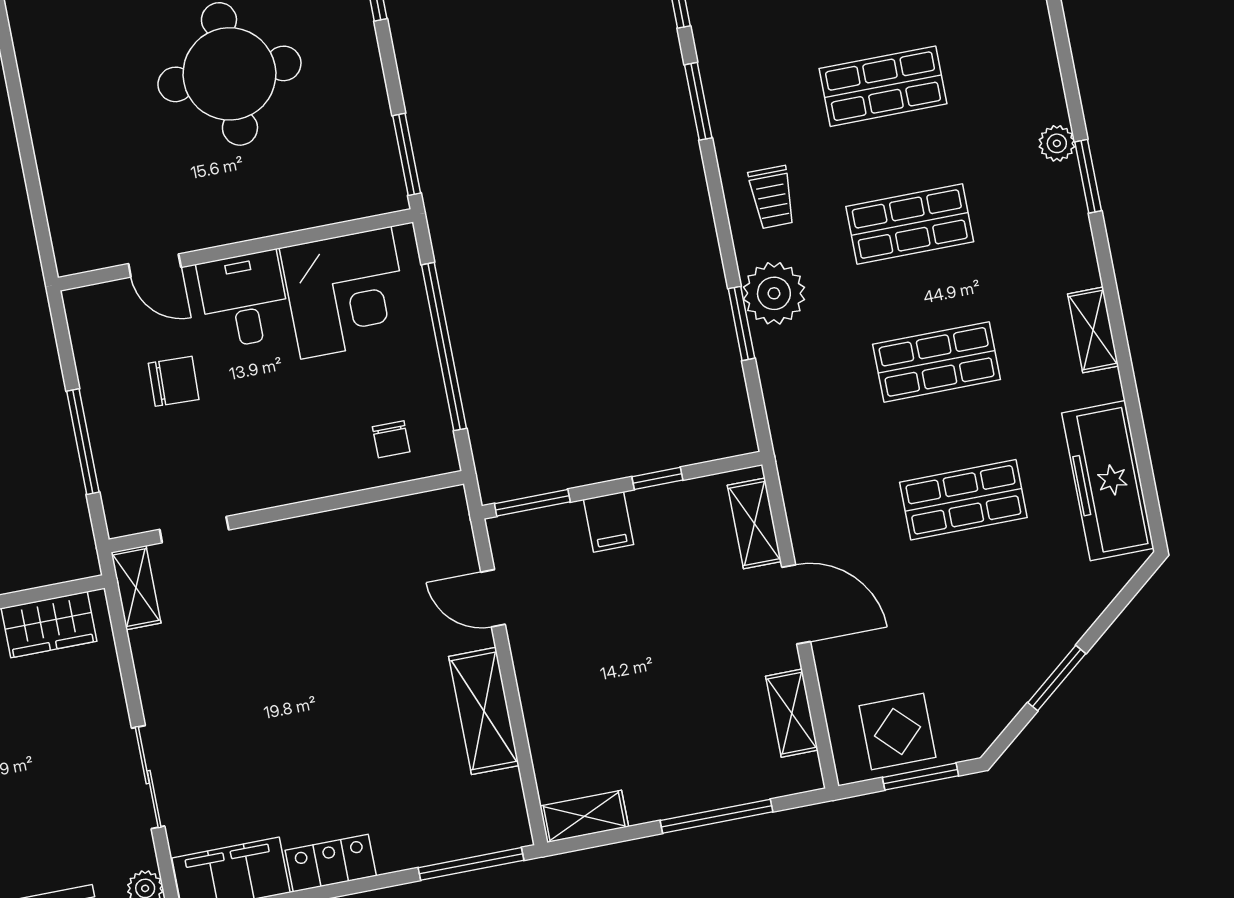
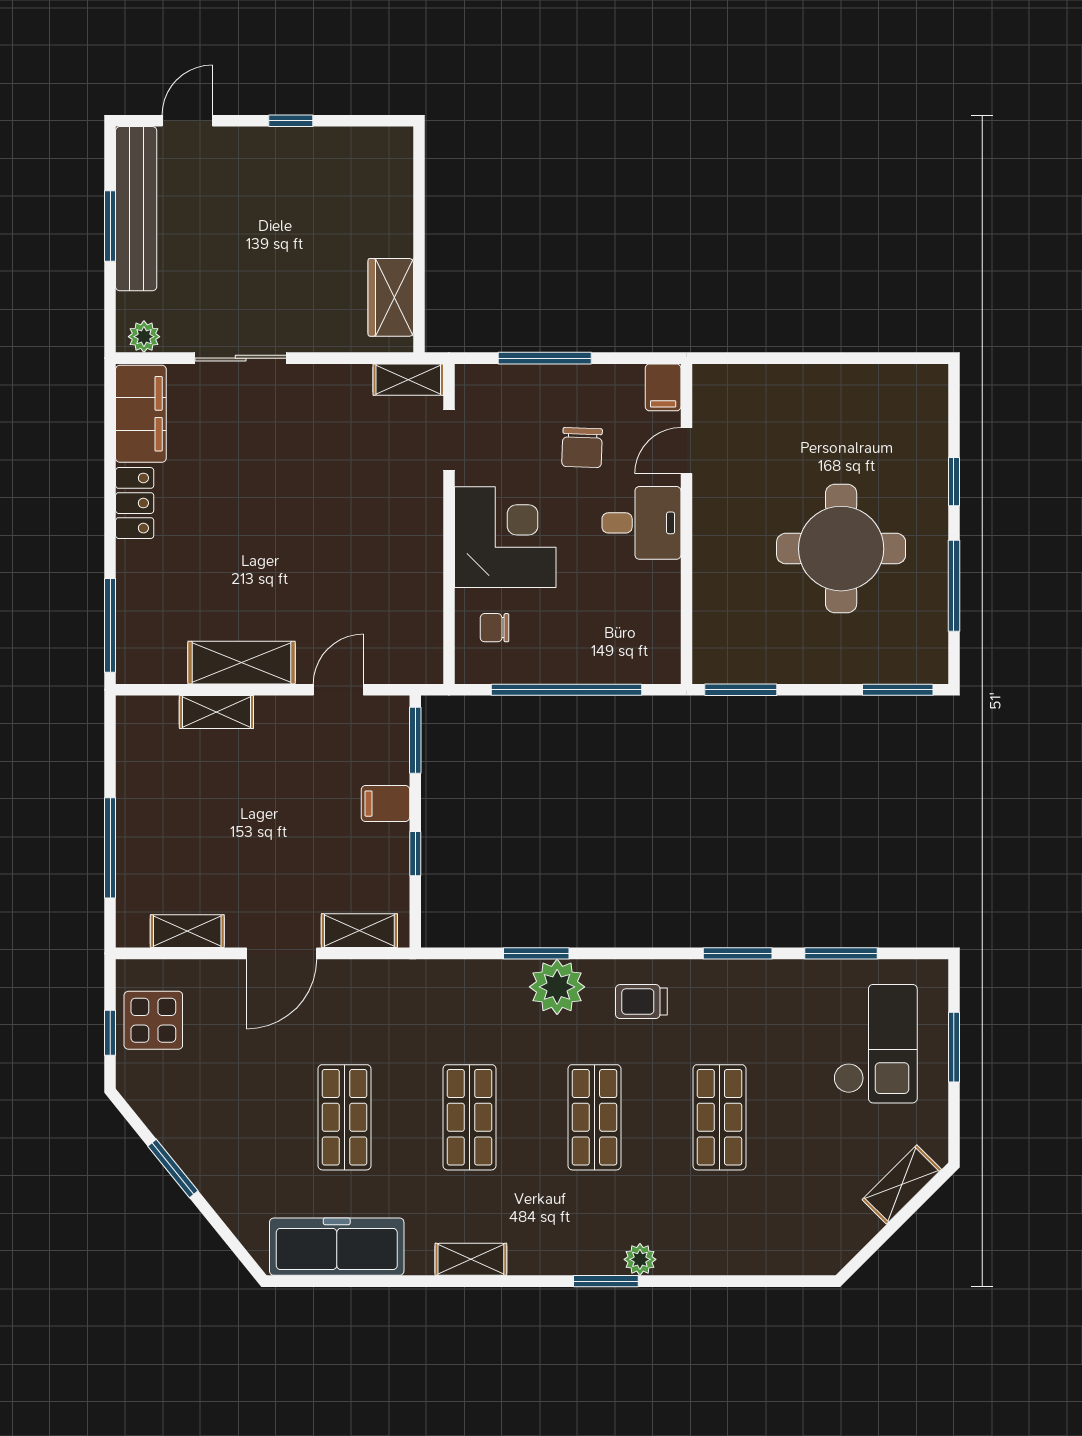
corner desk: (346, 293) -> (505, 537), moved, turned 180
filing cabinet: (90, 305) -> (663, 387), added
window: (920, 777) -> (110, 1033), width x0.67
shelving: (584, 816) -> (216, 712), moved, turned 90

